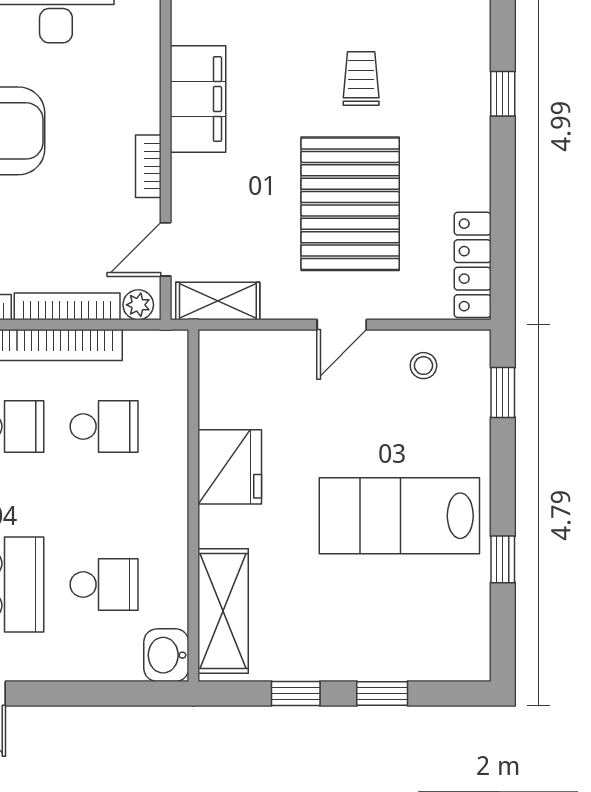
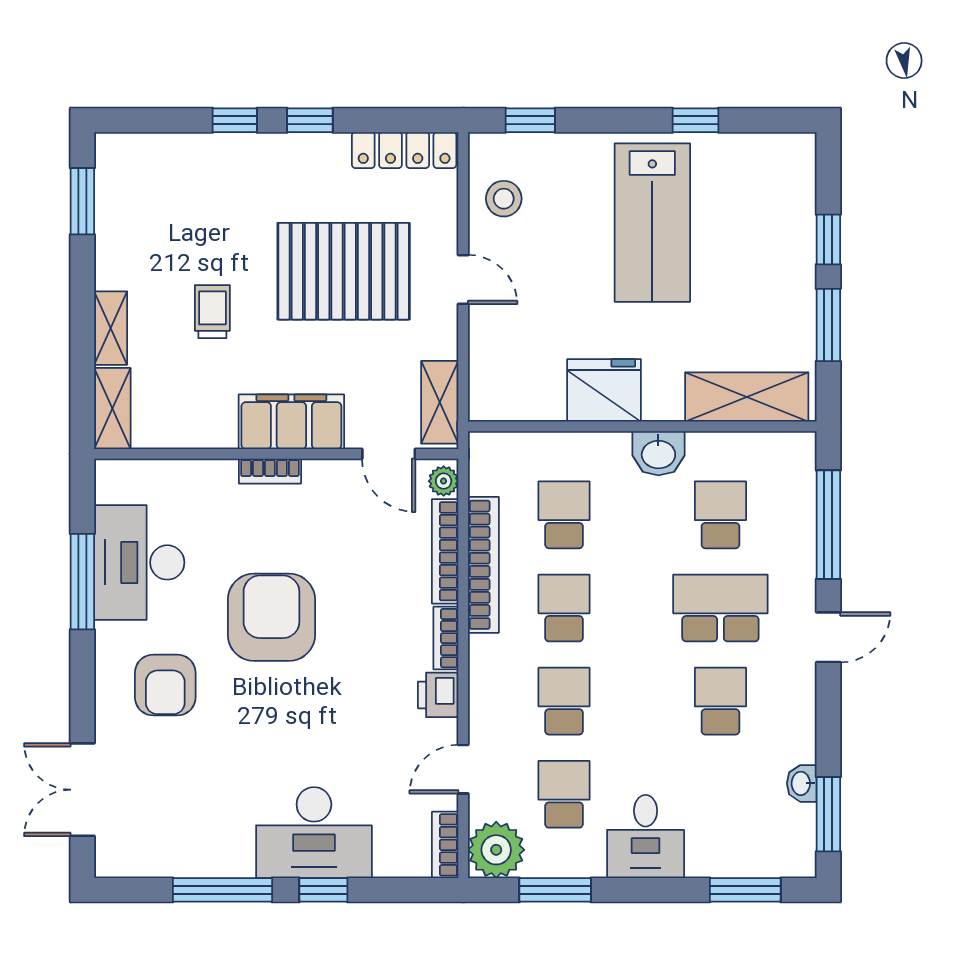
trolley: (361, 79) -> (212, 312), moved, turned 90
filing cabinet: (198, 99) -> (291, 422), moved
bookcase: (148, 166) -> (270, 471), moved
window: (503, 170) -> (310, 120), added
stool: (423, 366) -> (504, 199), width x1.37, depth x1.37
washbasin: (166, 655) -> (658, 453), moved
window: (94, 694) -> (828, 525), added
window: (296, 694) -> (828, 325), width x1.50

